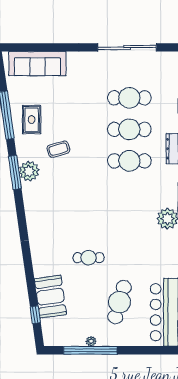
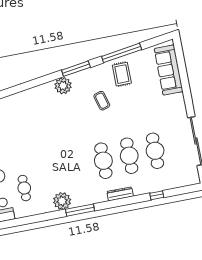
rug: (32, 120) -> (122, 74), turned 90
plant: (29, 171) -> (63, 86), moved
cafe table: (89, 258) -> (24, 188), moved

